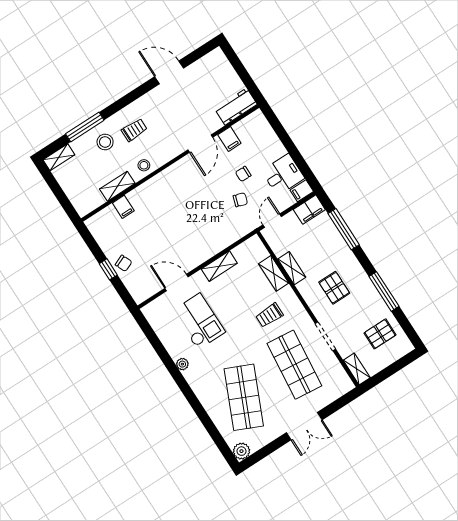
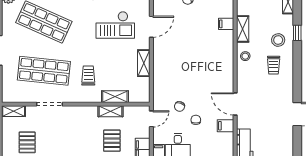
window: (85, 127) -> (297, 33), width x0.46
door: (272, 221) -> (151, 119), hinge flipped
pallet: (334, 288) -> (112, 141), moved, turned 90

